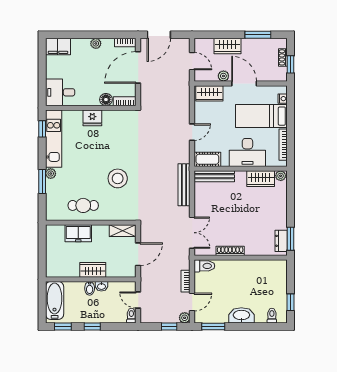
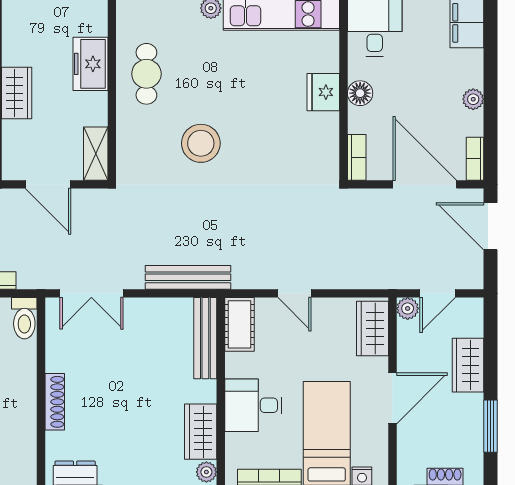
plant: (223, 76) -> (408, 308), moved
floor lamp: (106, 100) -> (360, 93), moved
desk: (247, 152) -> (253, 405), width x0.73
shoe rack: (230, 251) -> (55, 402), moved

